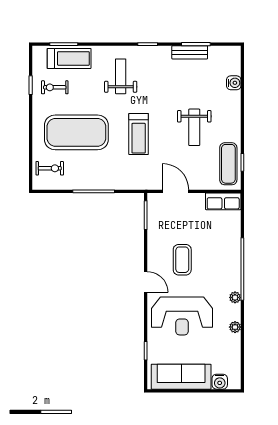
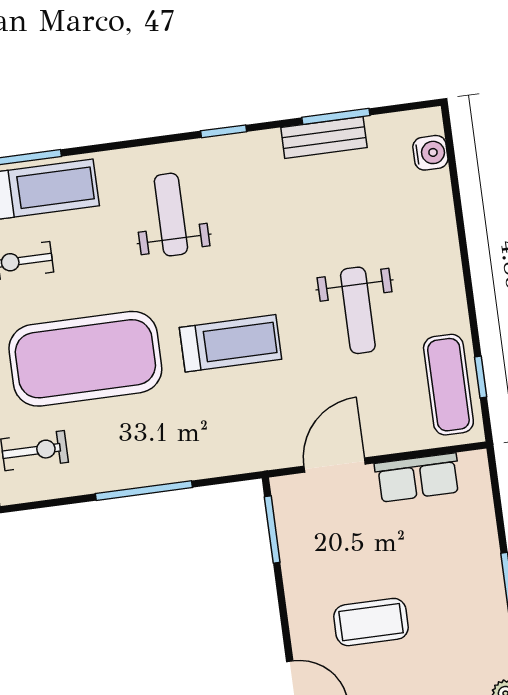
water cooler: (234, 83) -> (430, 153), moved
treadmill: (139, 134) -> (231, 343), turned -90
door: (176, 191) -> (335, 465), hinge flipped
row of seats: (223, 201) -> (418, 478), moved
coffee table: (182, 260) -> (371, 622), turned 90

